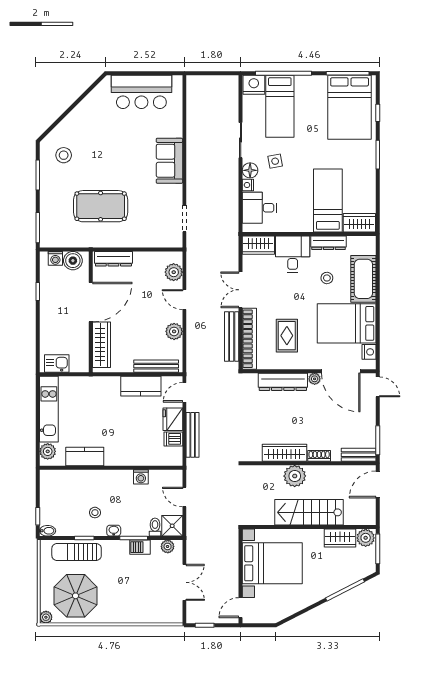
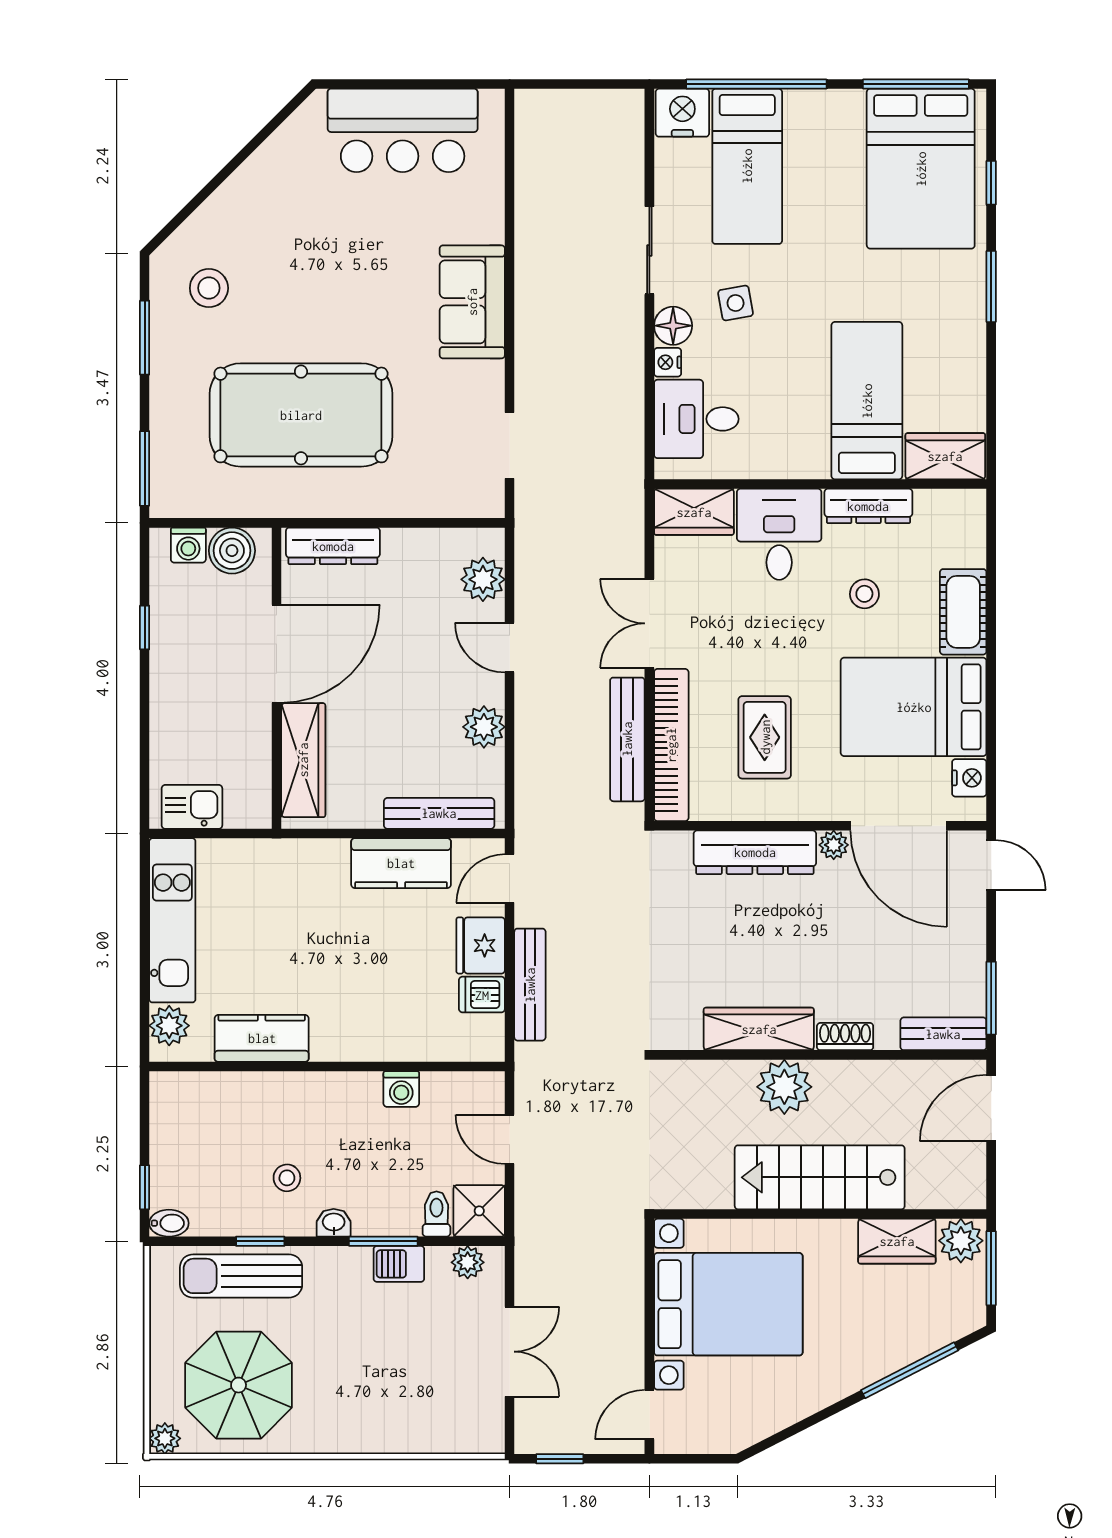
pool table: (101, 206) -> (301, 415), width x1.36, depth x1.32
cot: (363, 279) -> (963, 612), width x0.73, depth x0.75

